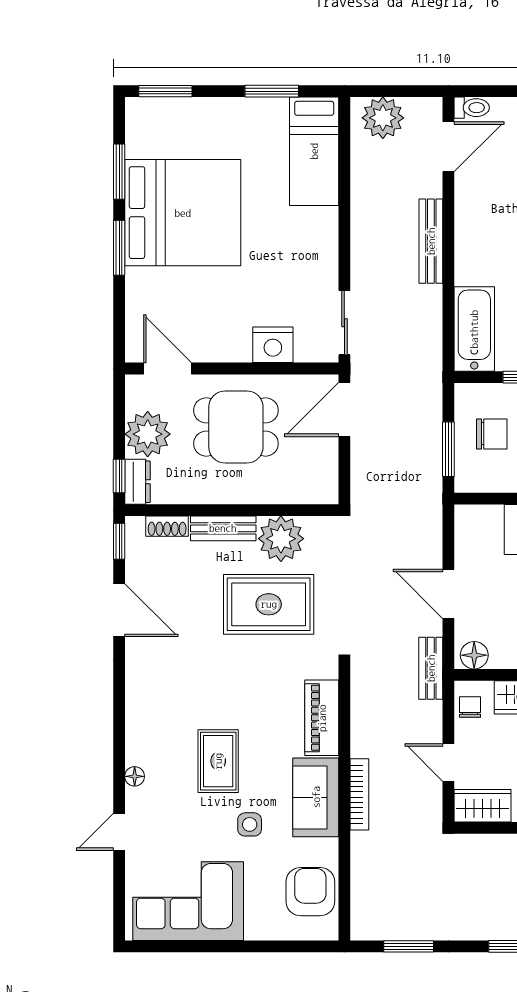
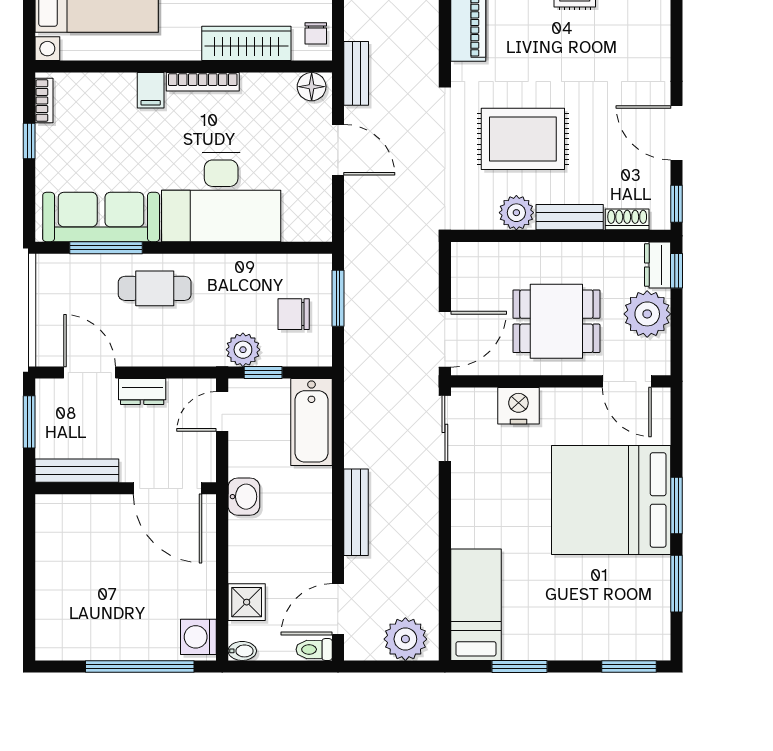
bed: (183, 213) -> (611, 500), moved
plant: (281, 539) -> (516, 213), width x0.73, depth x0.73

